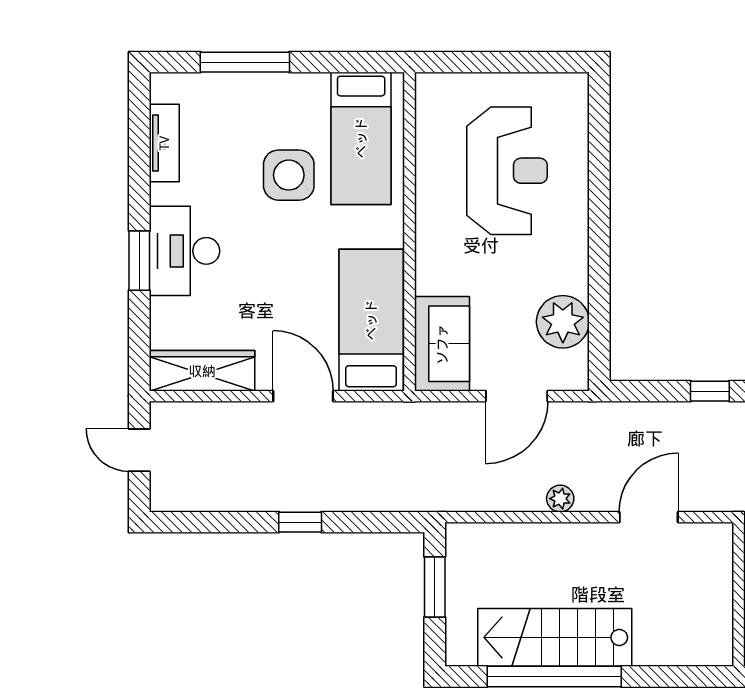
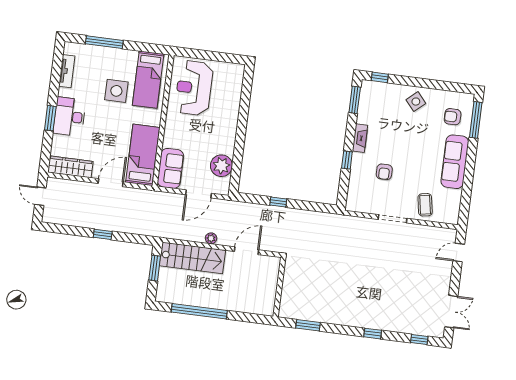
reception desk: (507, 171) -> (194, 88), moved, turned 180
door: (303, 396) -> (111, 183), hinge flipped
stairs: (555, 637) -> (192, 258), moved, turned 180

